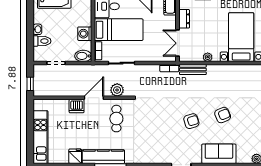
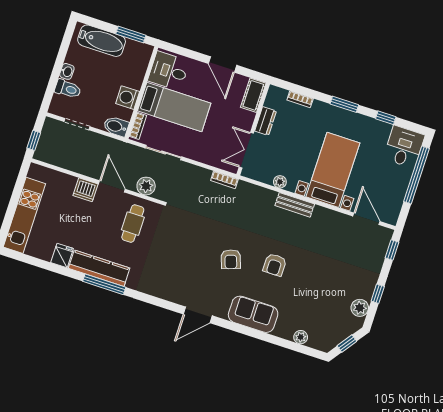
bench: (193, 70) -> (295, 205), moved
door: (94, 98) -> (112, 186), hinge flipped
armchair: (223, 115) -> (275, 265), turned 113
armchair: (191, 121) -> (231, 259), turned 88

